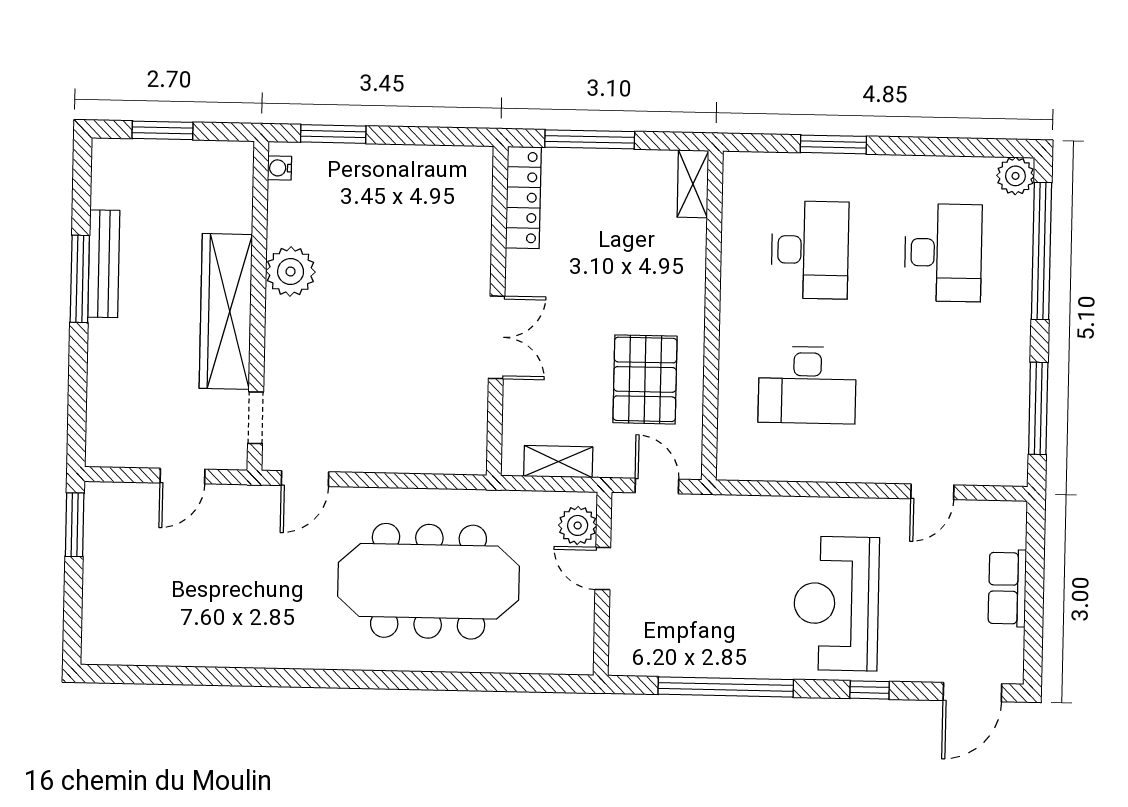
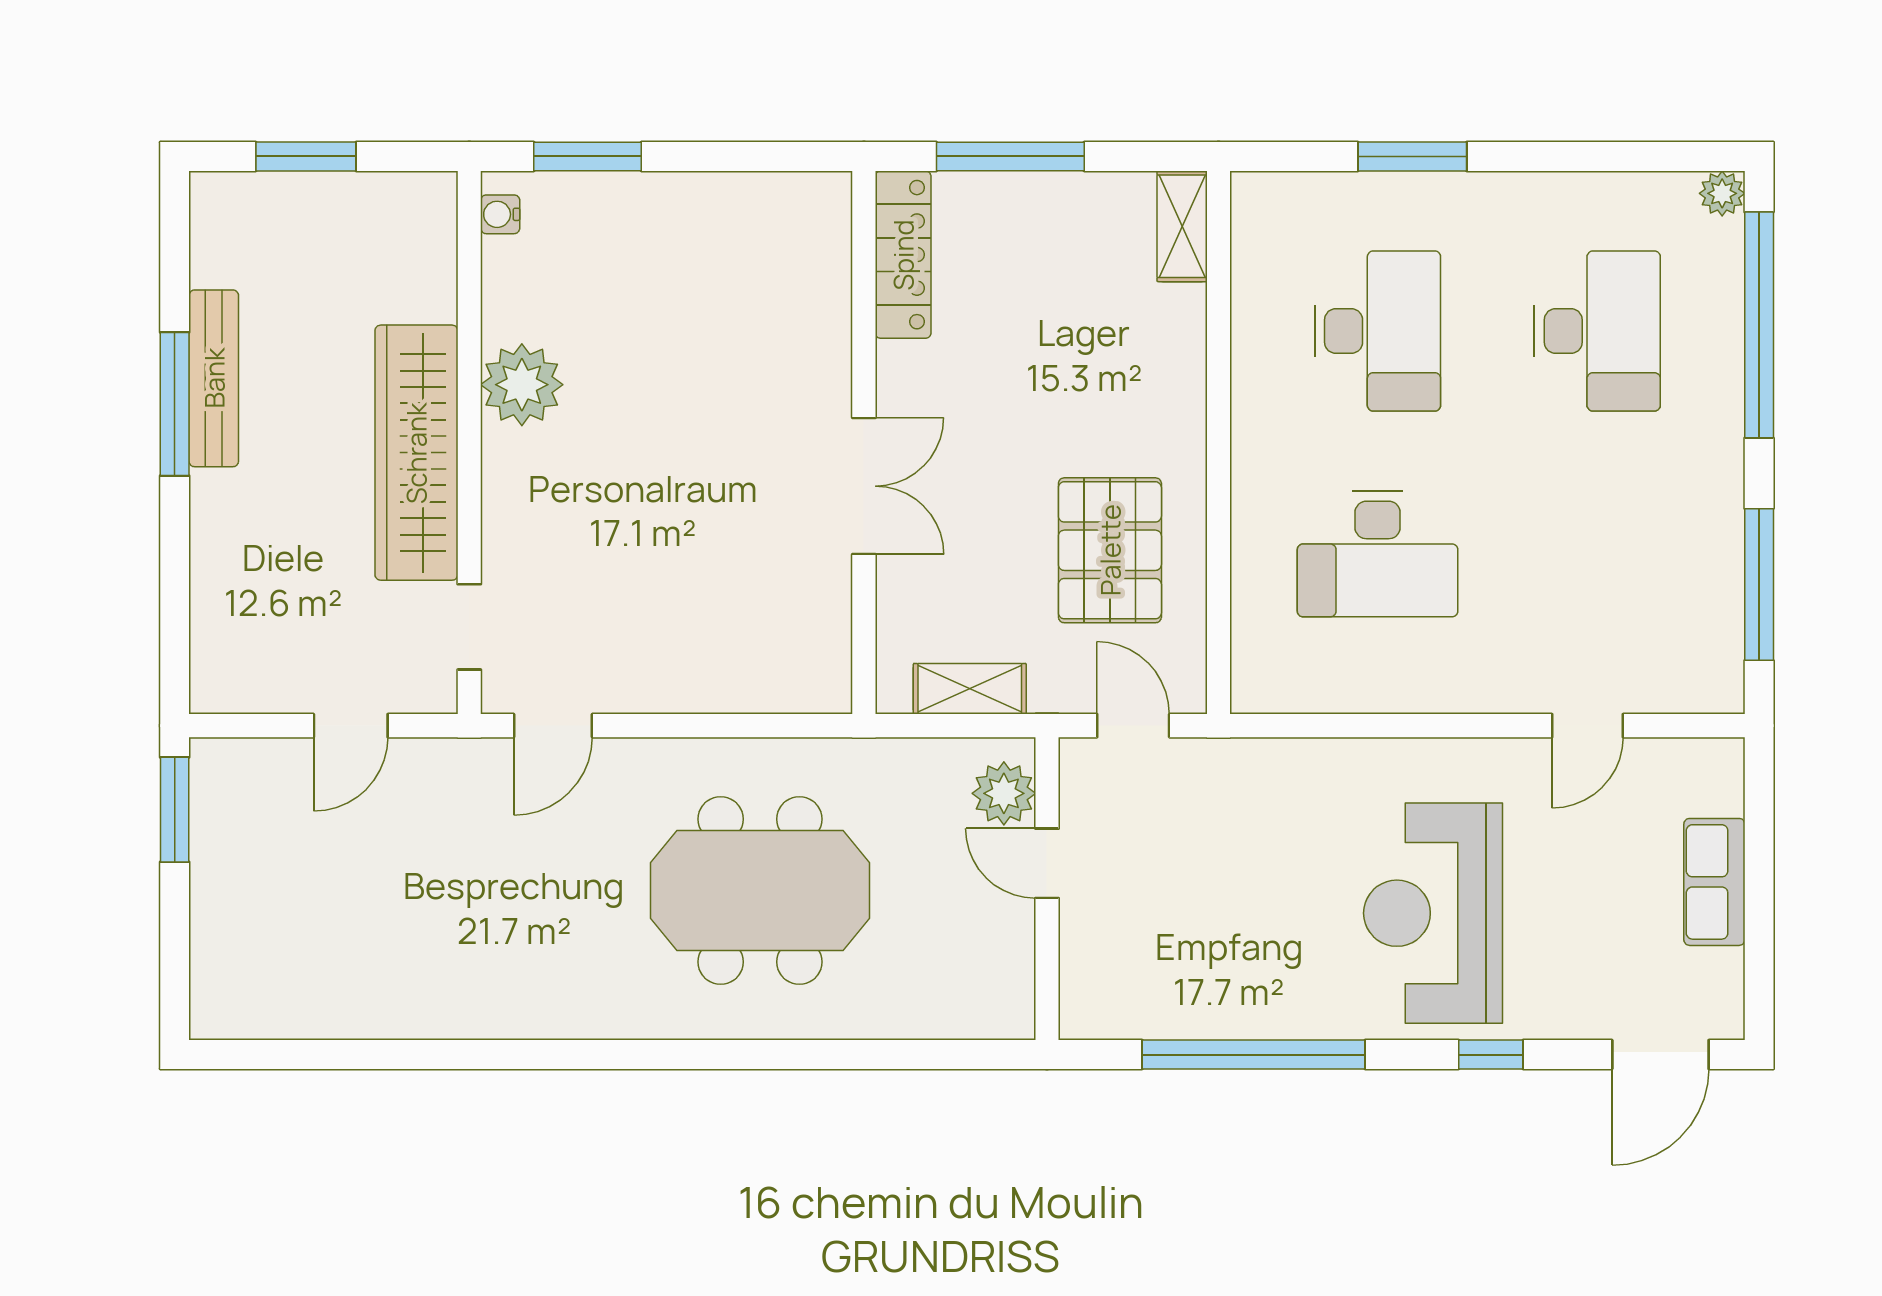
plant: (1015, 176) -> (1722, 193), width x0.73, depth x0.73
meeting table: (429, 581) -> (760, 890), width x0.73

